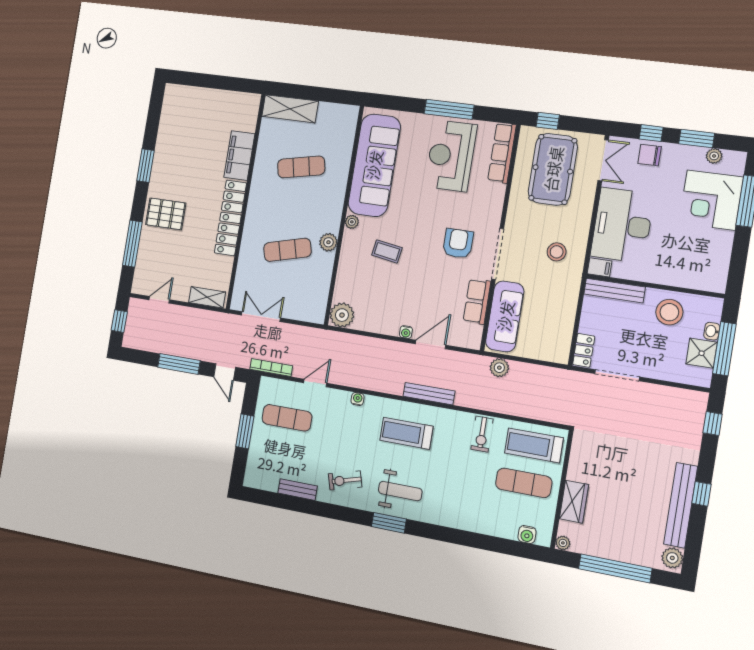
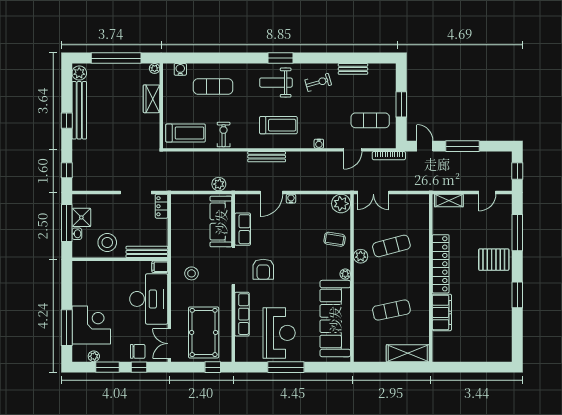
row of seats: (502, 153) -> (242, 314), moved
coffee table: (387, 251) -> (335, 239), moved
double door: (261, 317) -> (373, 193), moved
exercise mat: (524, 483) -> (213, 87), moved

